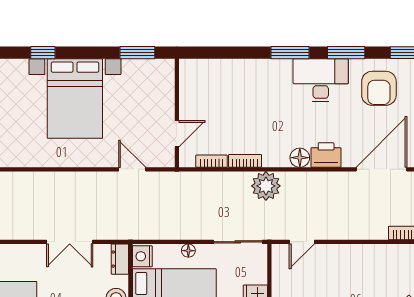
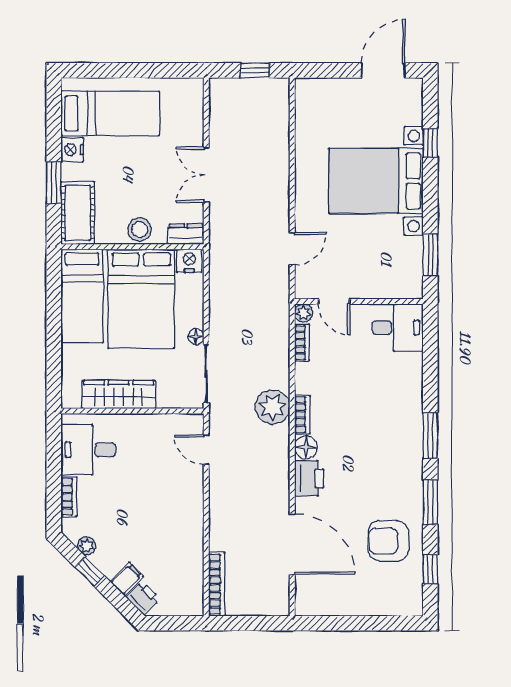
desk: (321, 80) -> (398, 328), moved, width x0.73
plant: (187, 160) -> (304, 313), added
bookcase: (245, 161) -> (302, 415), moved
floor lamp: (188, 251) -> (196, 337), moved

